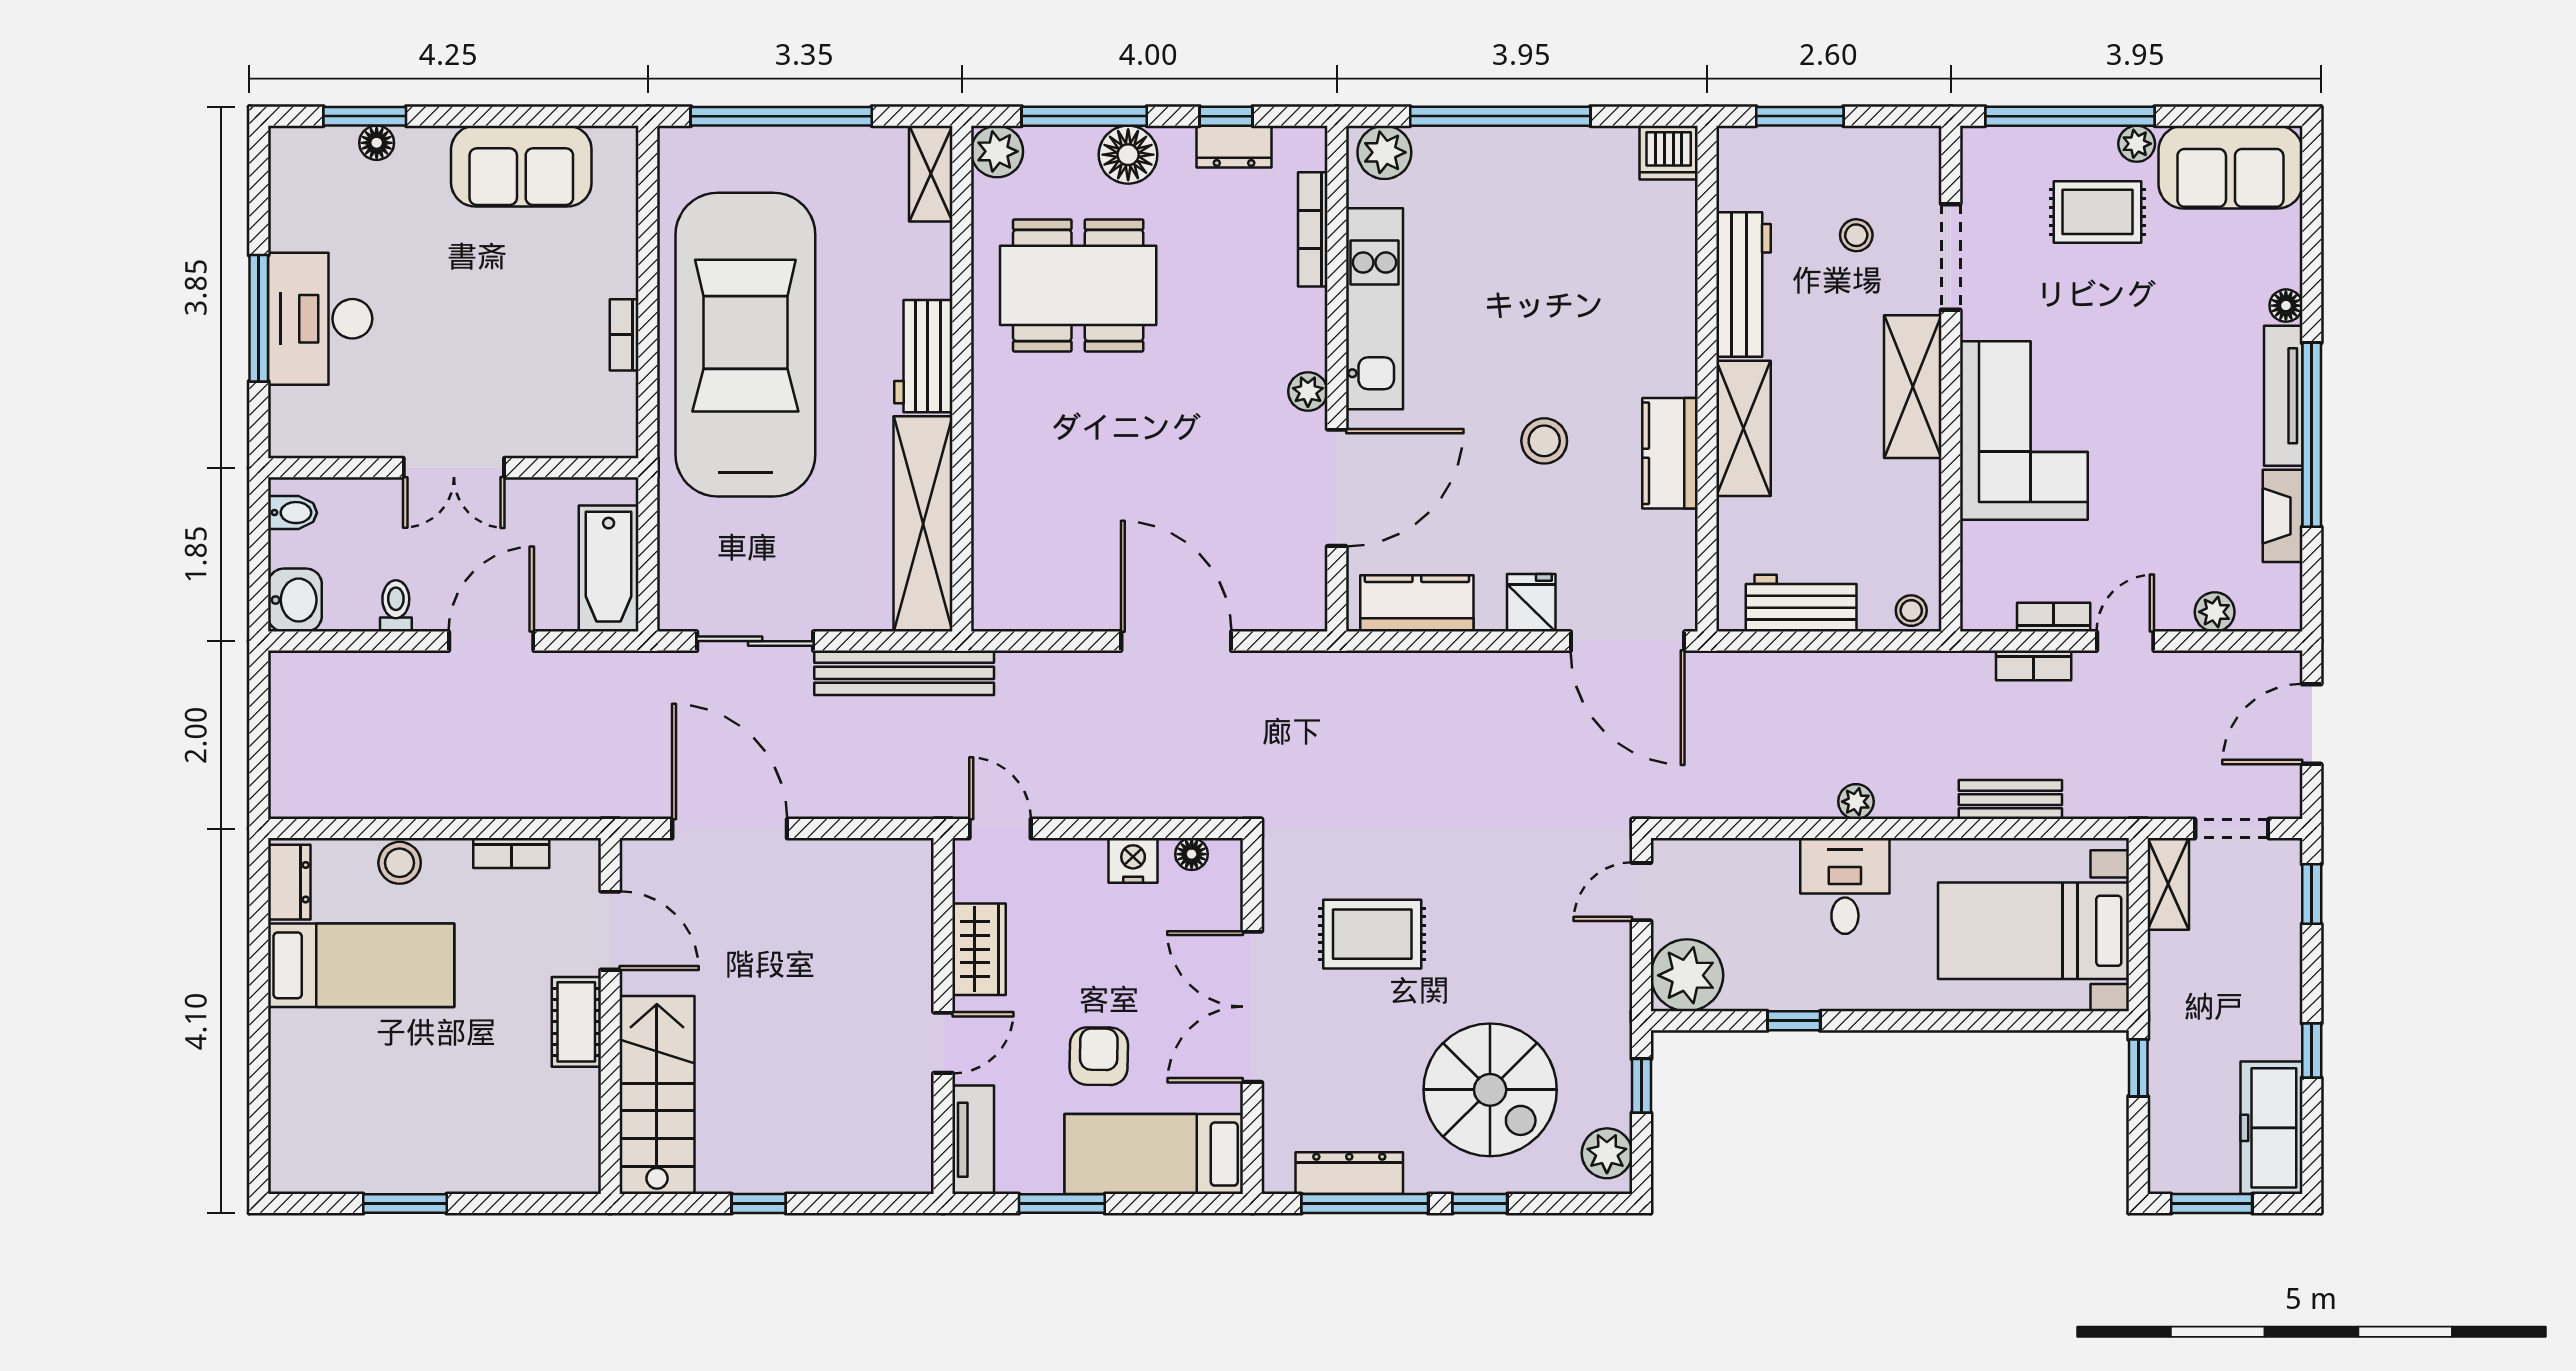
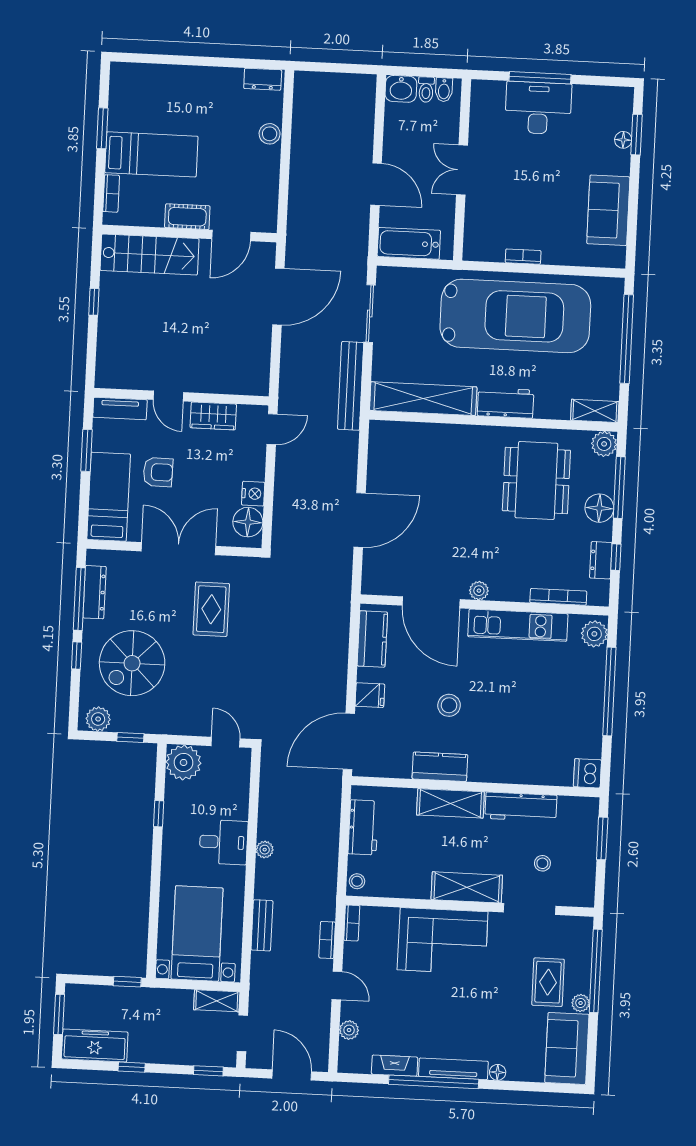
toilet: (396, 606) -> (426, 90), moved, turned 90
bookcase: (2054, 617) -> (352, 923), moved
bookcase: (511, 853) -> (111, 193), moved, turned 180
floor lamp: (1192, 854) -> (248, 522), width x1.89, depth x1.89
bed: (361, 965) -> (151, 154), moved, turned -90

